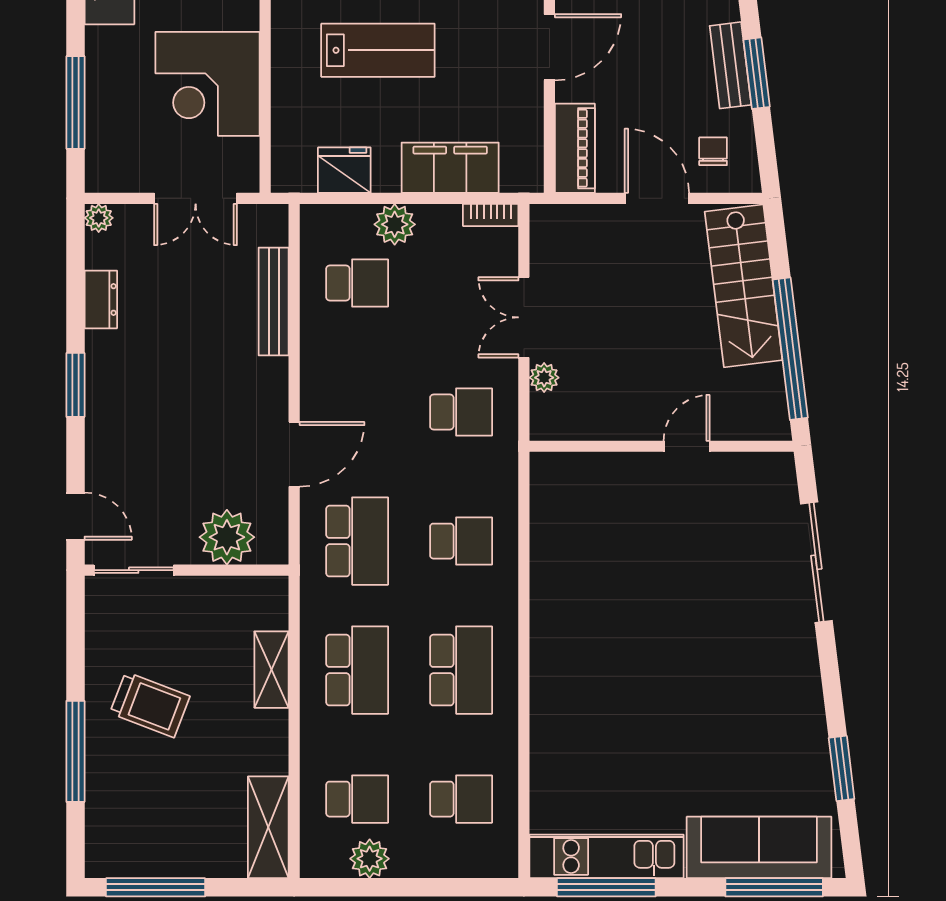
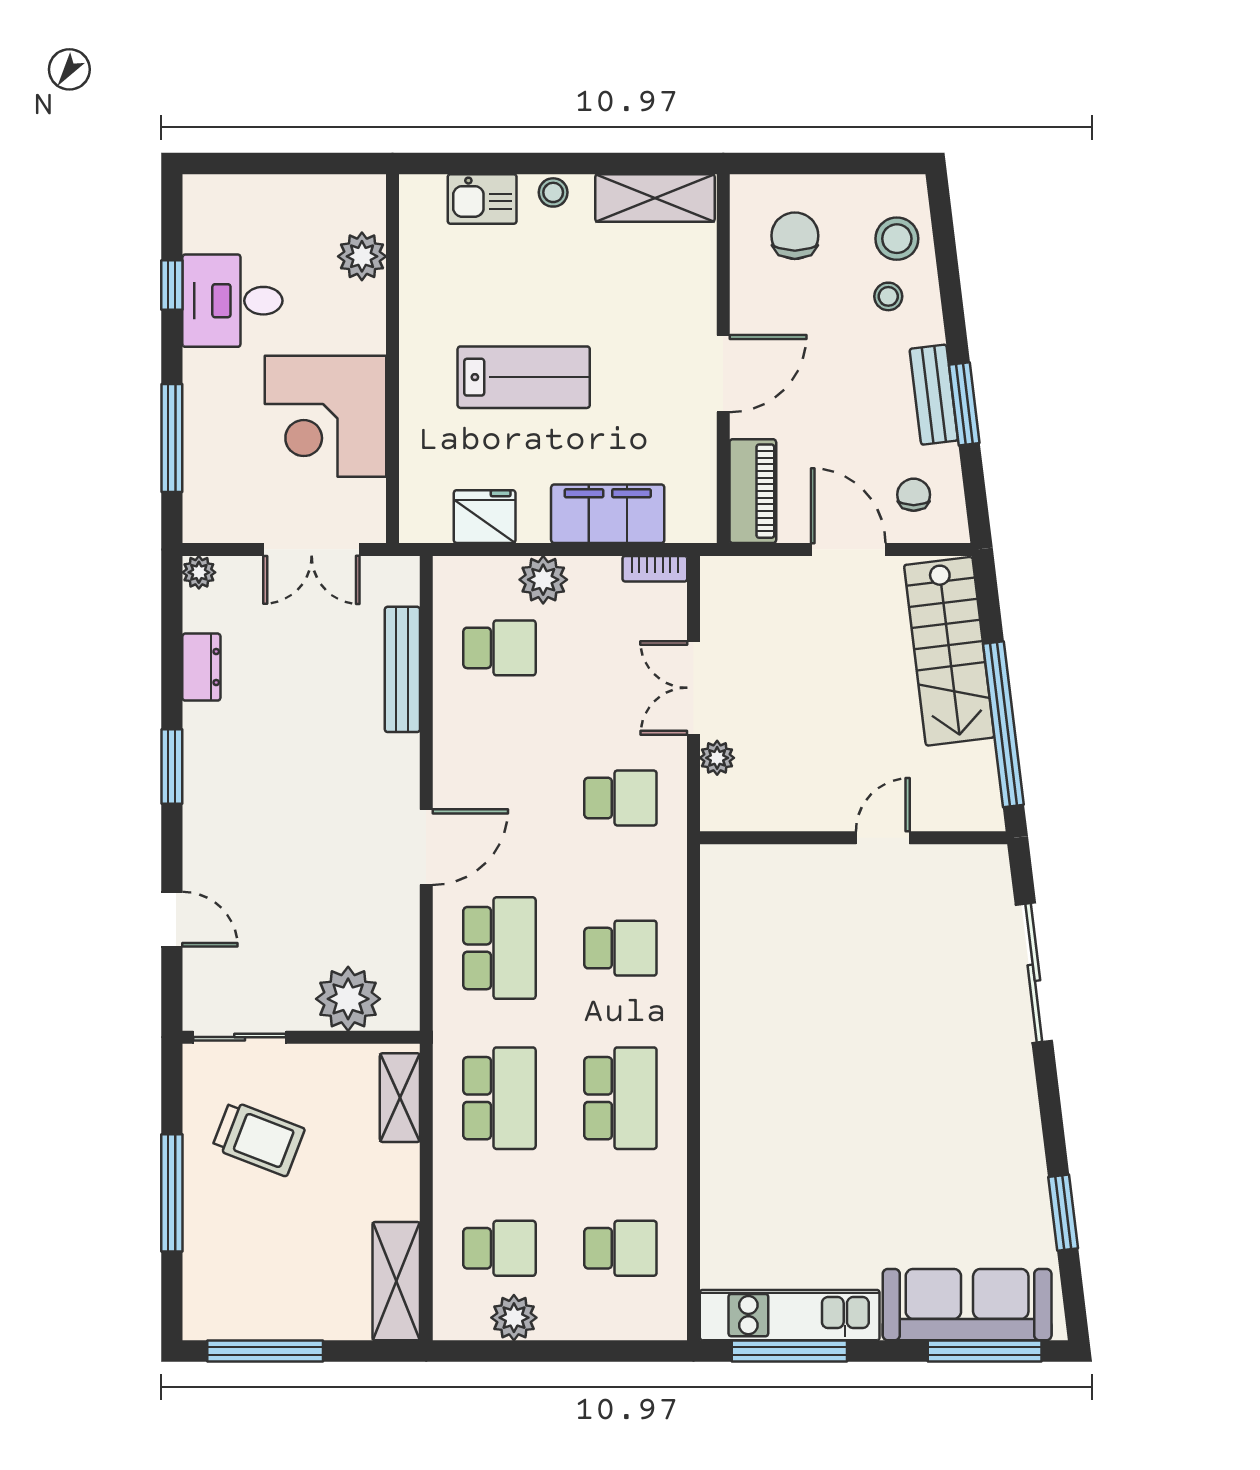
plant: (227, 537) -> (348, 999), moved
sliding door: (134, 570) -> (240, 1037), moved
wall: (187, 570) -> (301, 1037), moved

